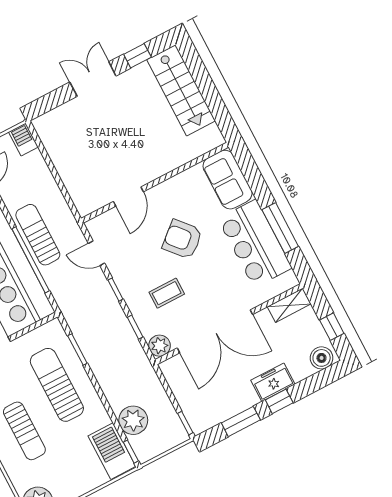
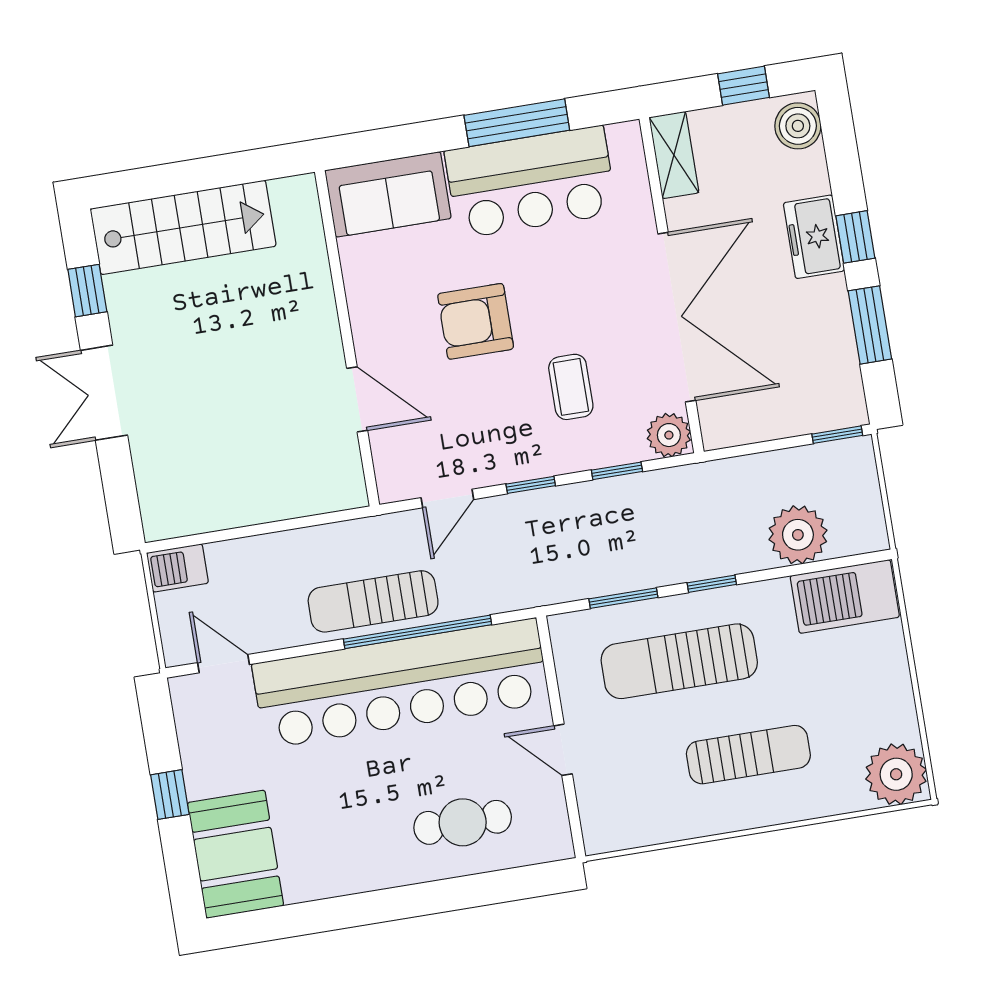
armchair: (182, 239) -> (476, 321), turned 41
window: (131, 452) -> (712, 584), moved

